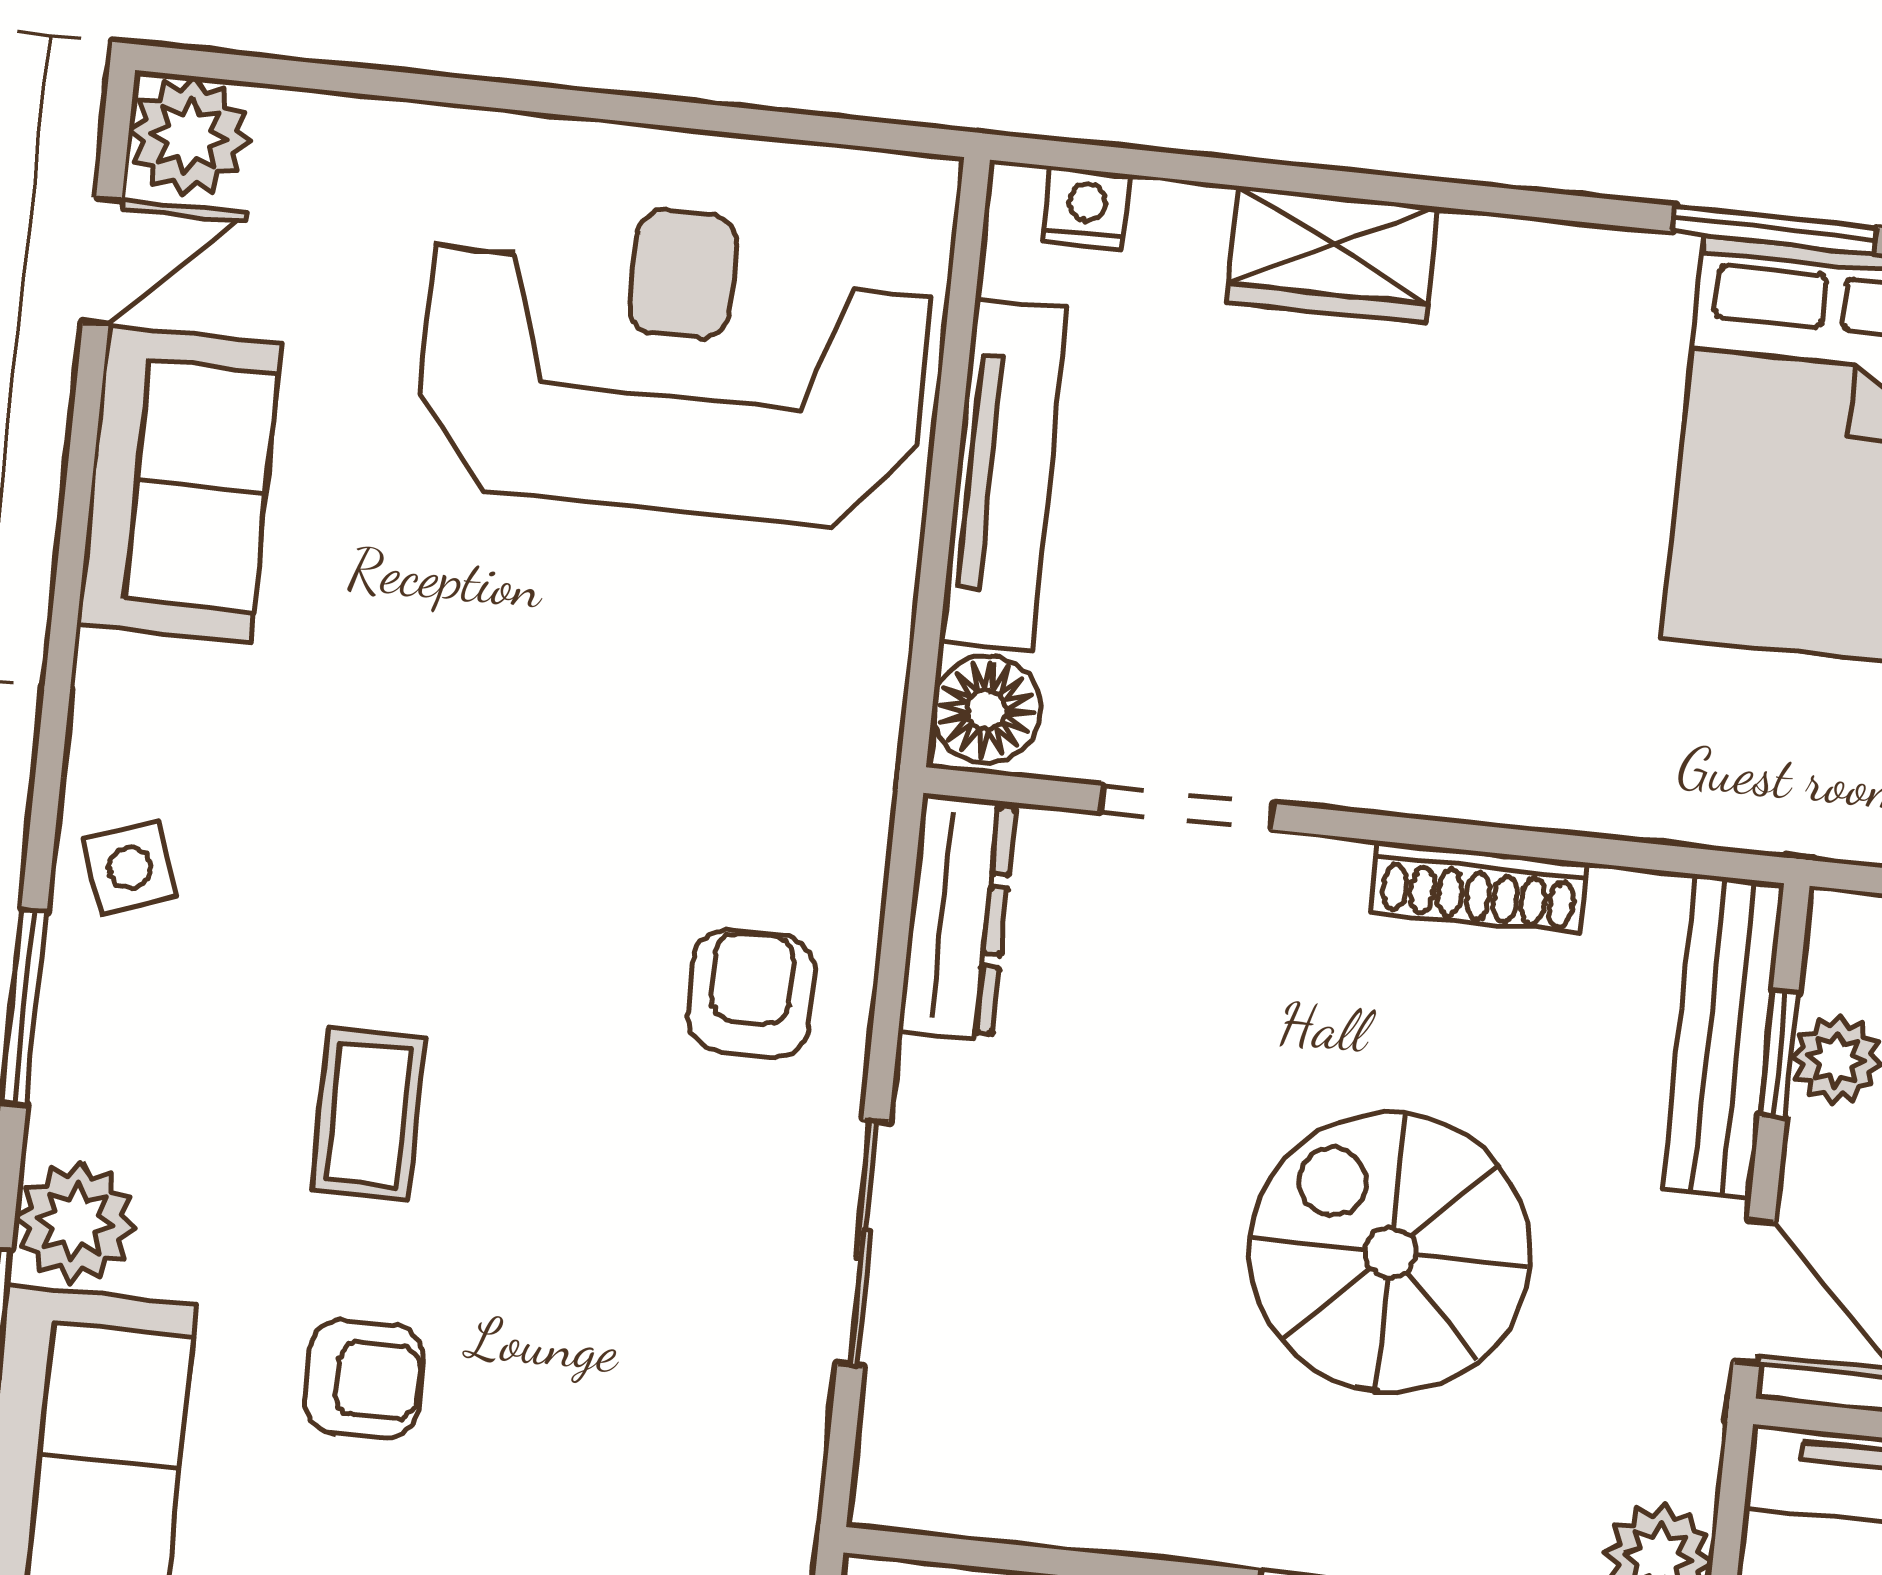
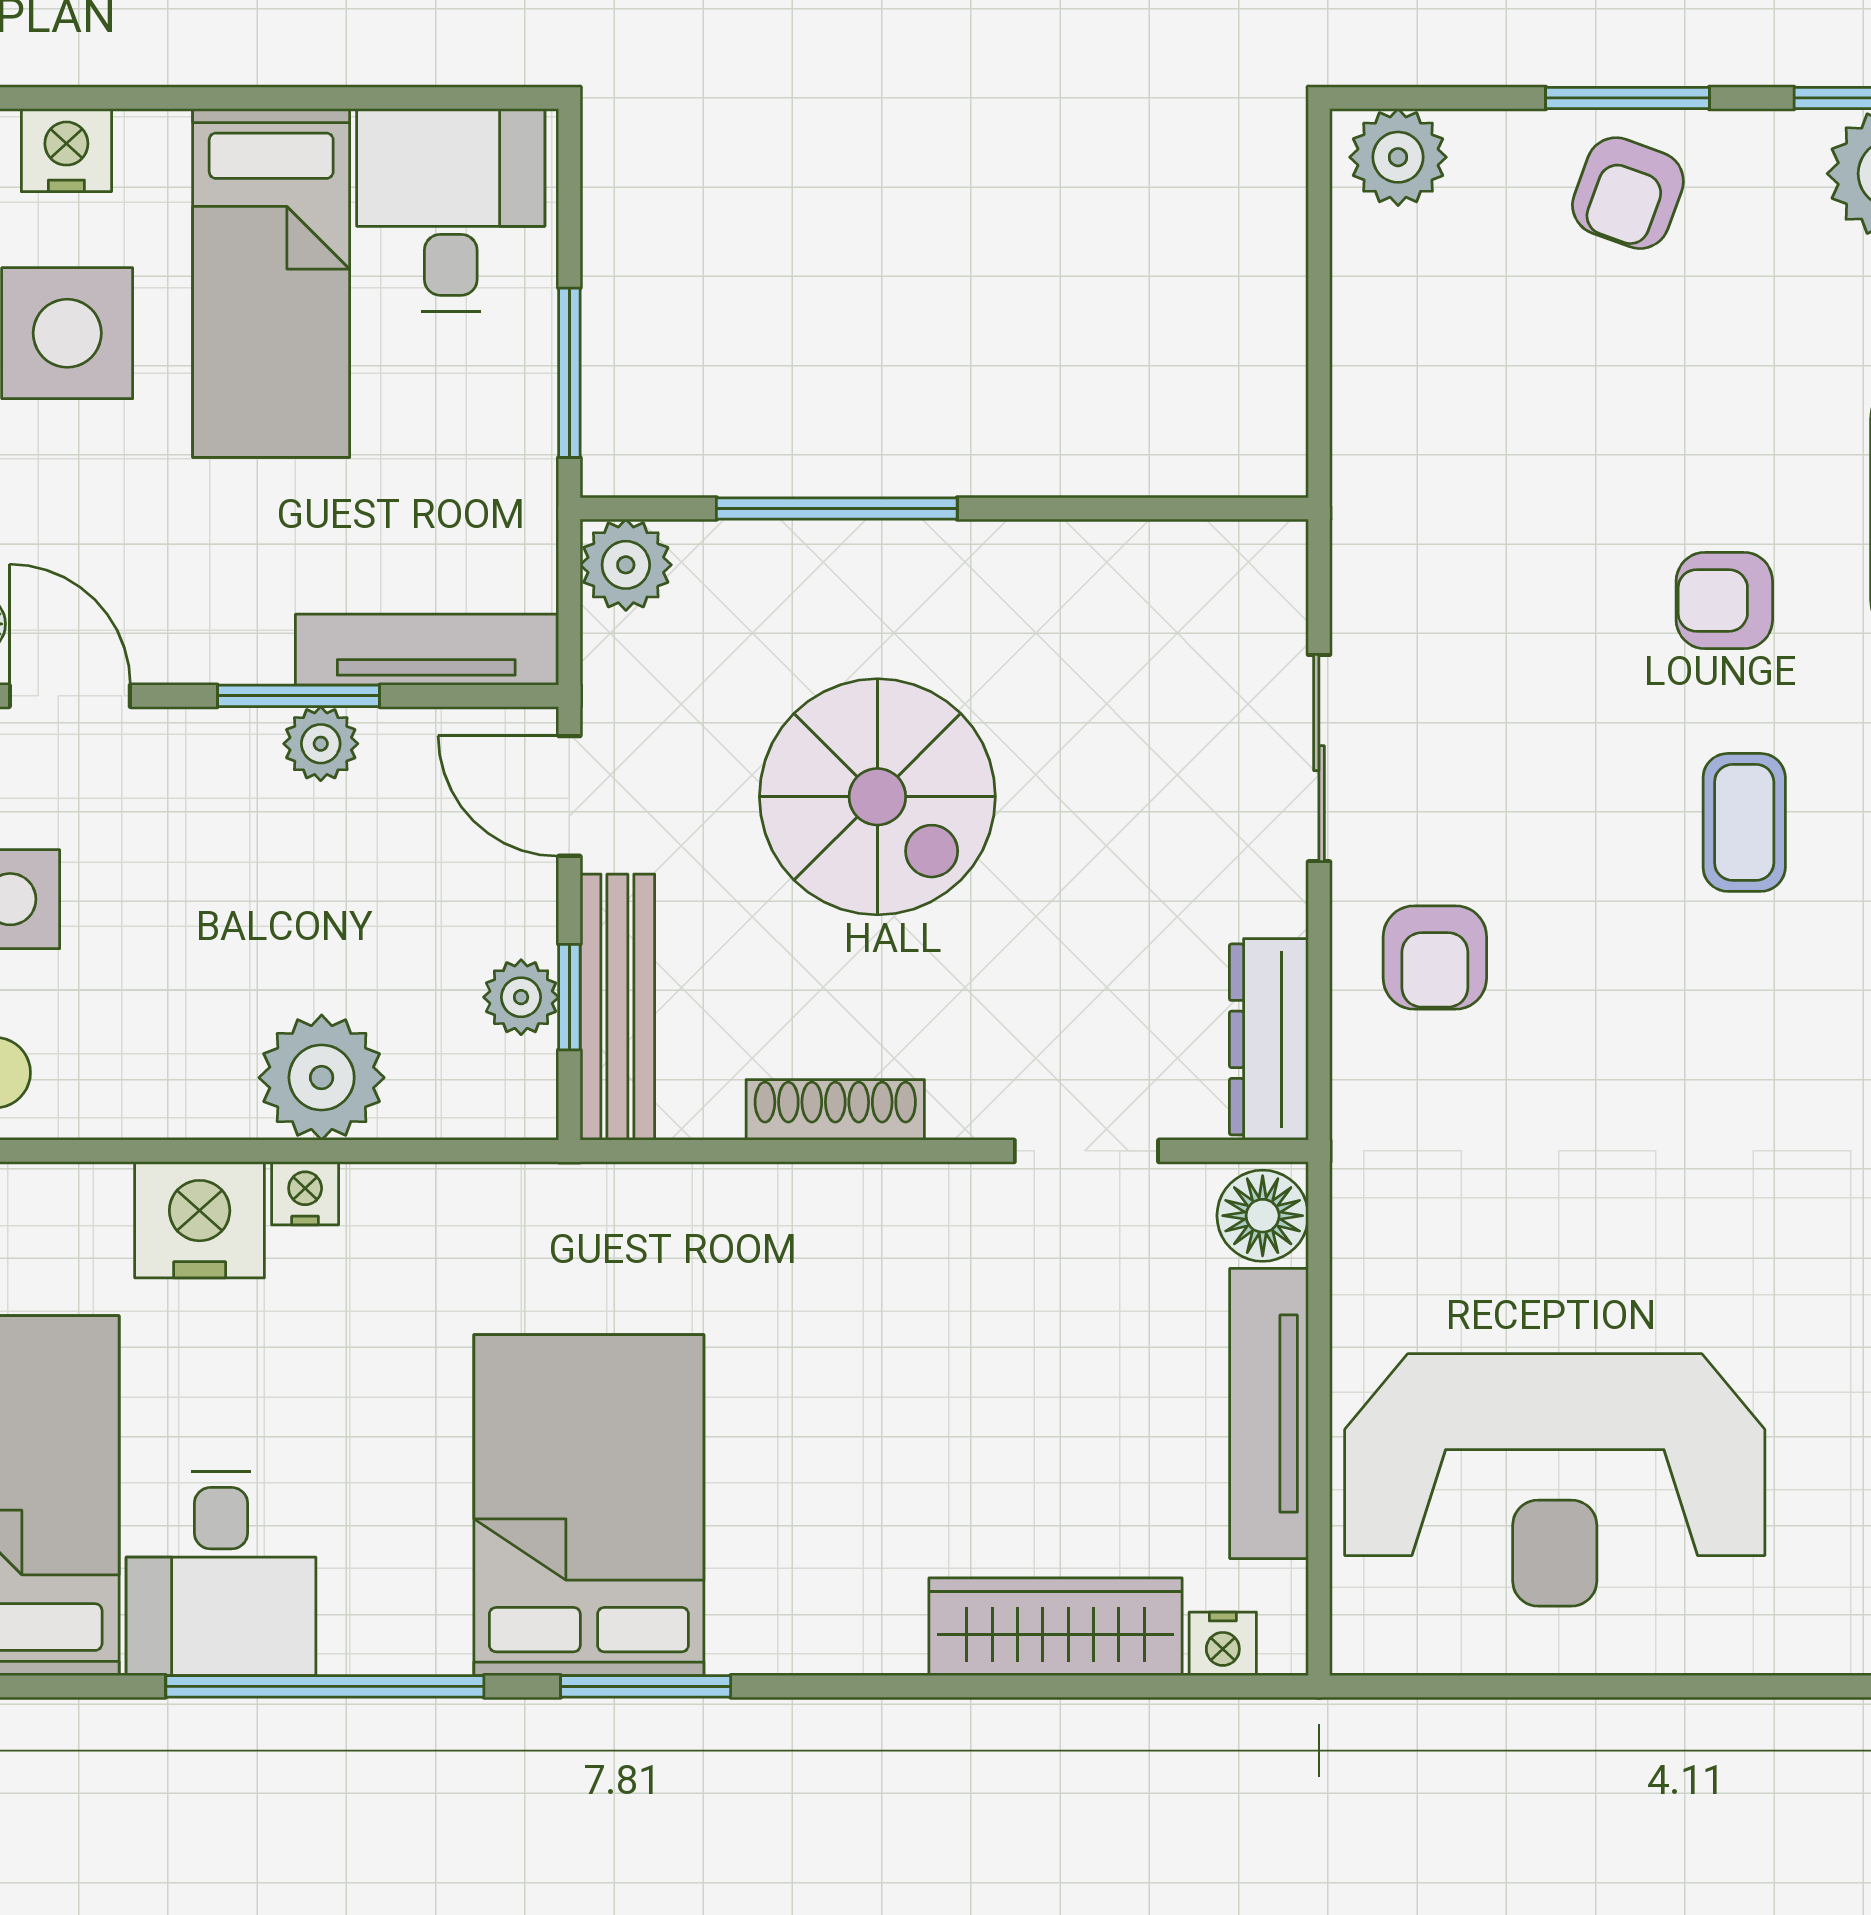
wardrobe: (1332, 254) -> (1055, 1627), width x1.50

